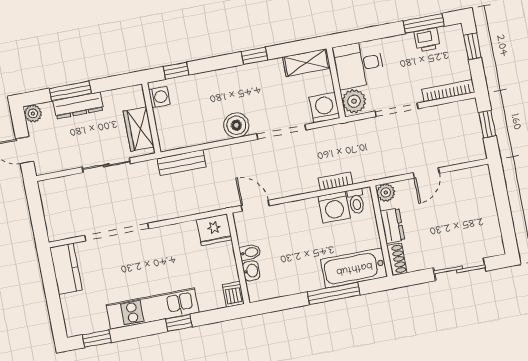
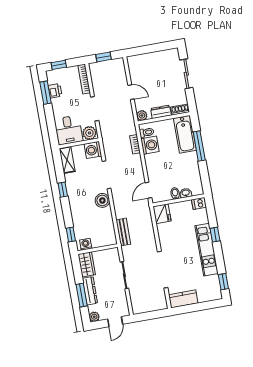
wardrobe: (139, 129) -> (87, 264), moved, turned -90

